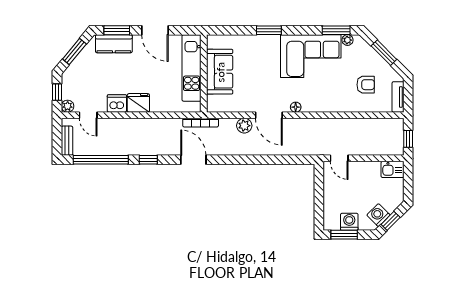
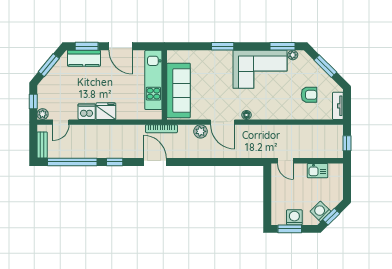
sofa: (220, 72) -> (179, 90), width x1.36
door: (88, 115) -> (61, 122), hinge flipped
kitchen sink: (392, 169) -> (318, 171), moved

